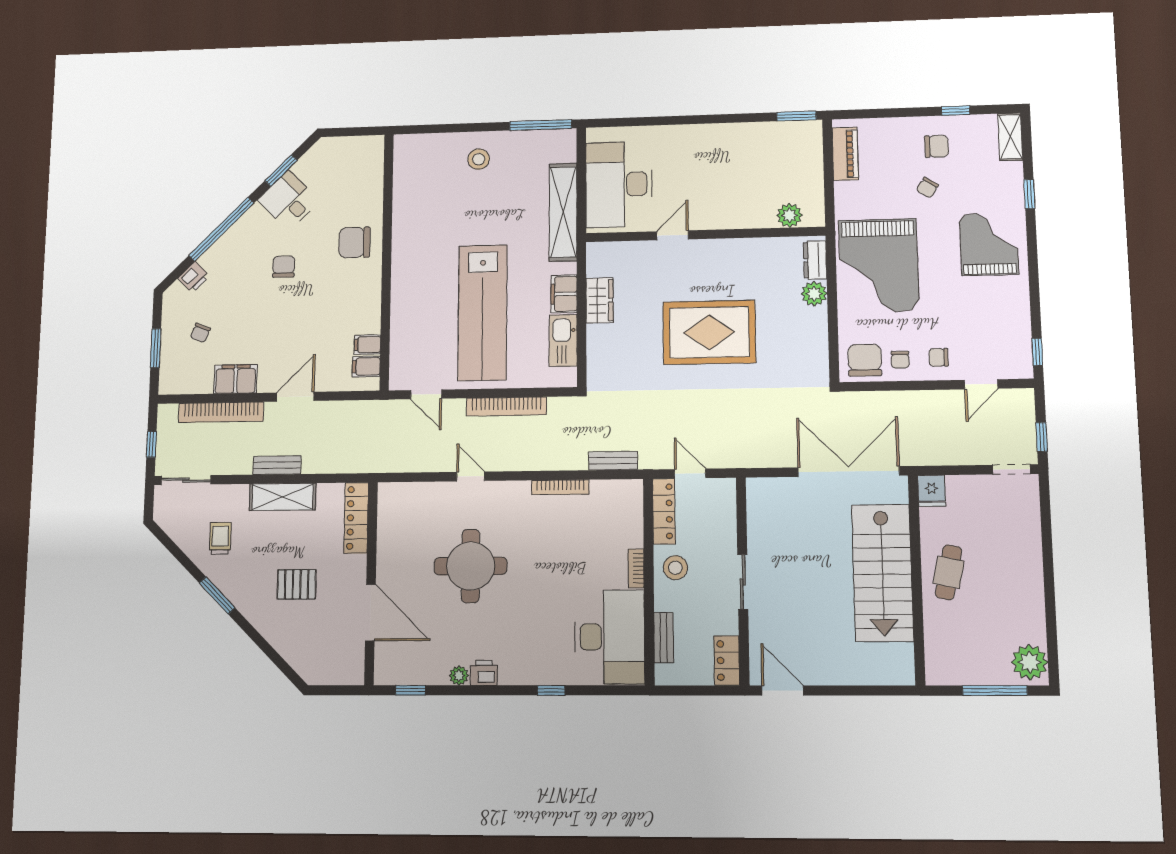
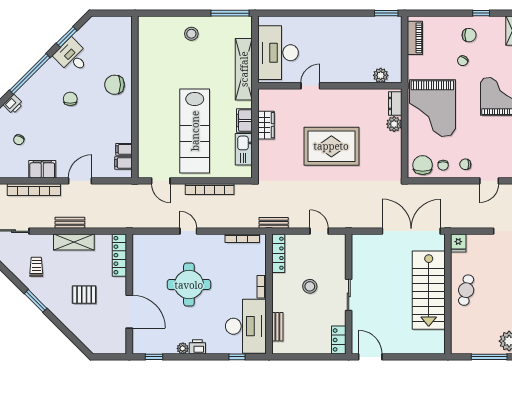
locker: (664, 511) -> (278, 253), moved
bookcase: (636, 568) -> (262, 287), moved
wall: (649, 581) -> (269, 294), moved
desk: (610, 637) -> (246, 326), moved
bench: (664, 638) -> (277, 327), moved

